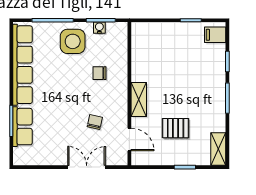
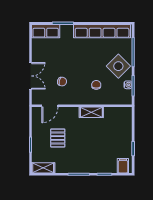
side table: (73, 41) -> (118, 66), turned 45
shelving: (139, 100) -> (91, 112), moved
row of seats: (23, 127) -> (46, 31), moved

